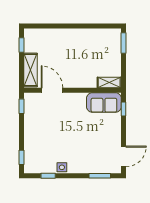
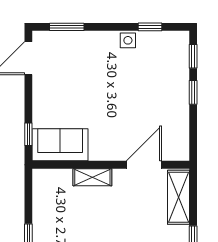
shelving: (109, 82) -> (92, 177), moved
door: (52, 90) -> (144, 165), swing flipped
window: (21, 106) -> (193, 92), moved

